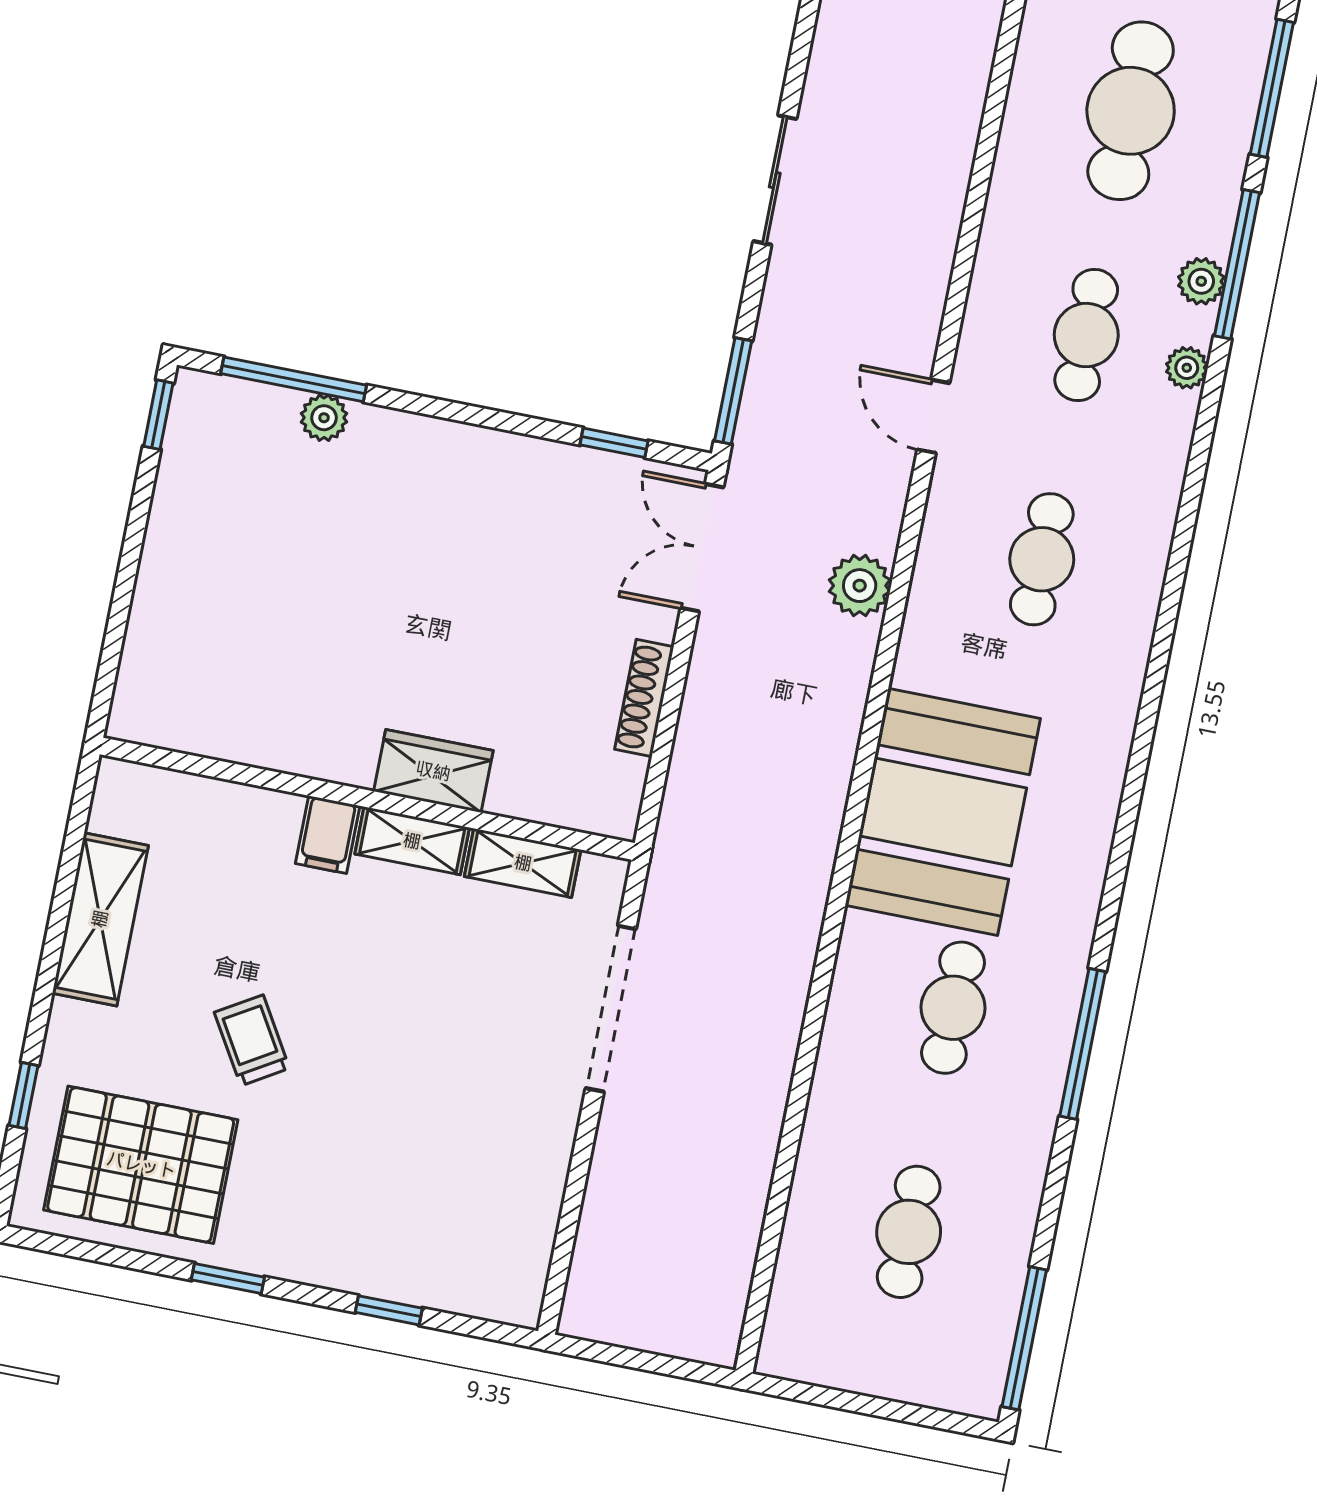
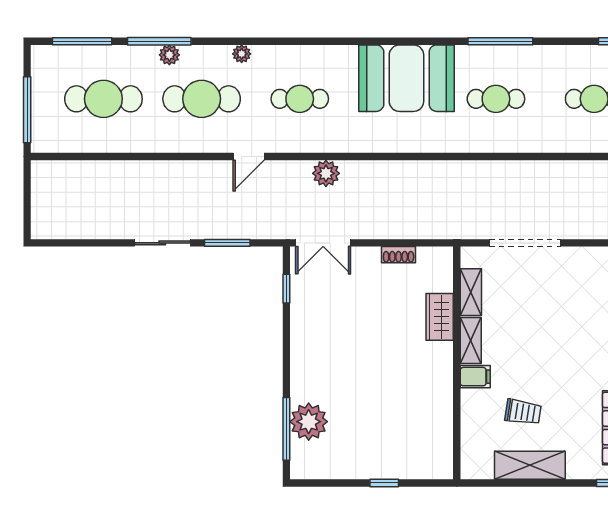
cafe table: (1086, 335) -> (202, 99), width x1.37, depth x1.35
plant: (1187, 368) -> (242, 54), moved
window: (733, 391) -> (227, 243), moved
window: (158, 415) -> (384, 483), moved
plant: (324, 418) -> (309, 422), width x1.87, depth x1.87
shoe rack: (644, 698) -> (399, 255), width x0.70
wardrobe: (433, 771) -> (440, 317), moved
booth: (943, 812) -> (406, 78), moved
trolley: (252, 1040) -> (523, 412), moved, turned -140

